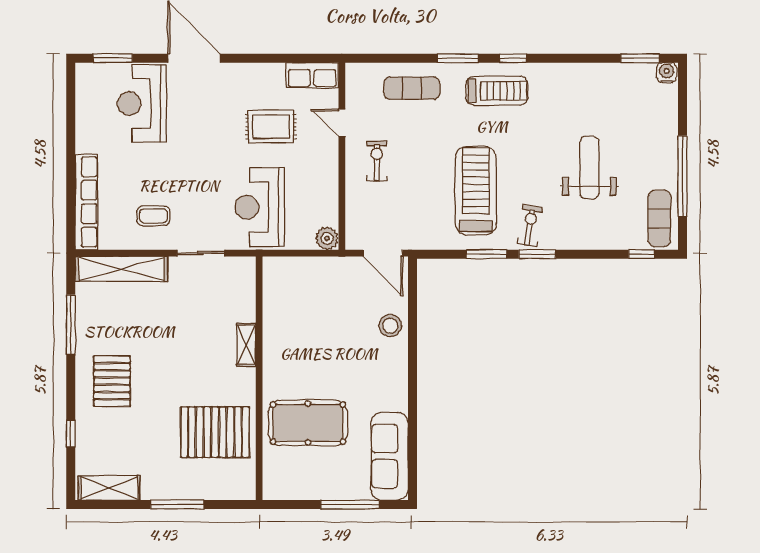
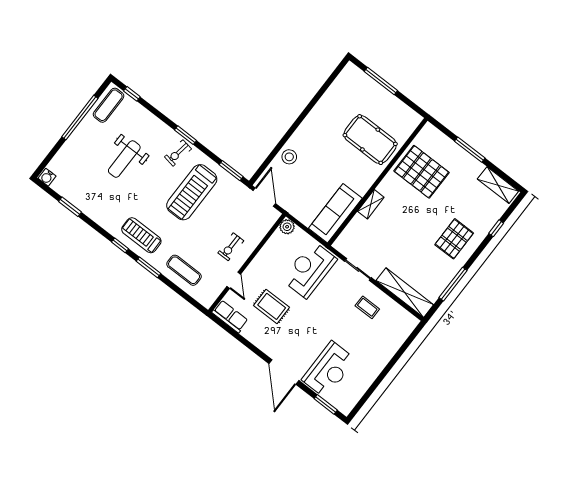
window: (640, 58) -> (70, 207), moved
row of seats: (86, 202) -> (396, 341), removed
reception desk: (260, 207) -> (309, 270), turned 180
window: (486, 254) -> (231, 171), moved
sofa: (390, 456) -> (335, 213), moved, turned 180

